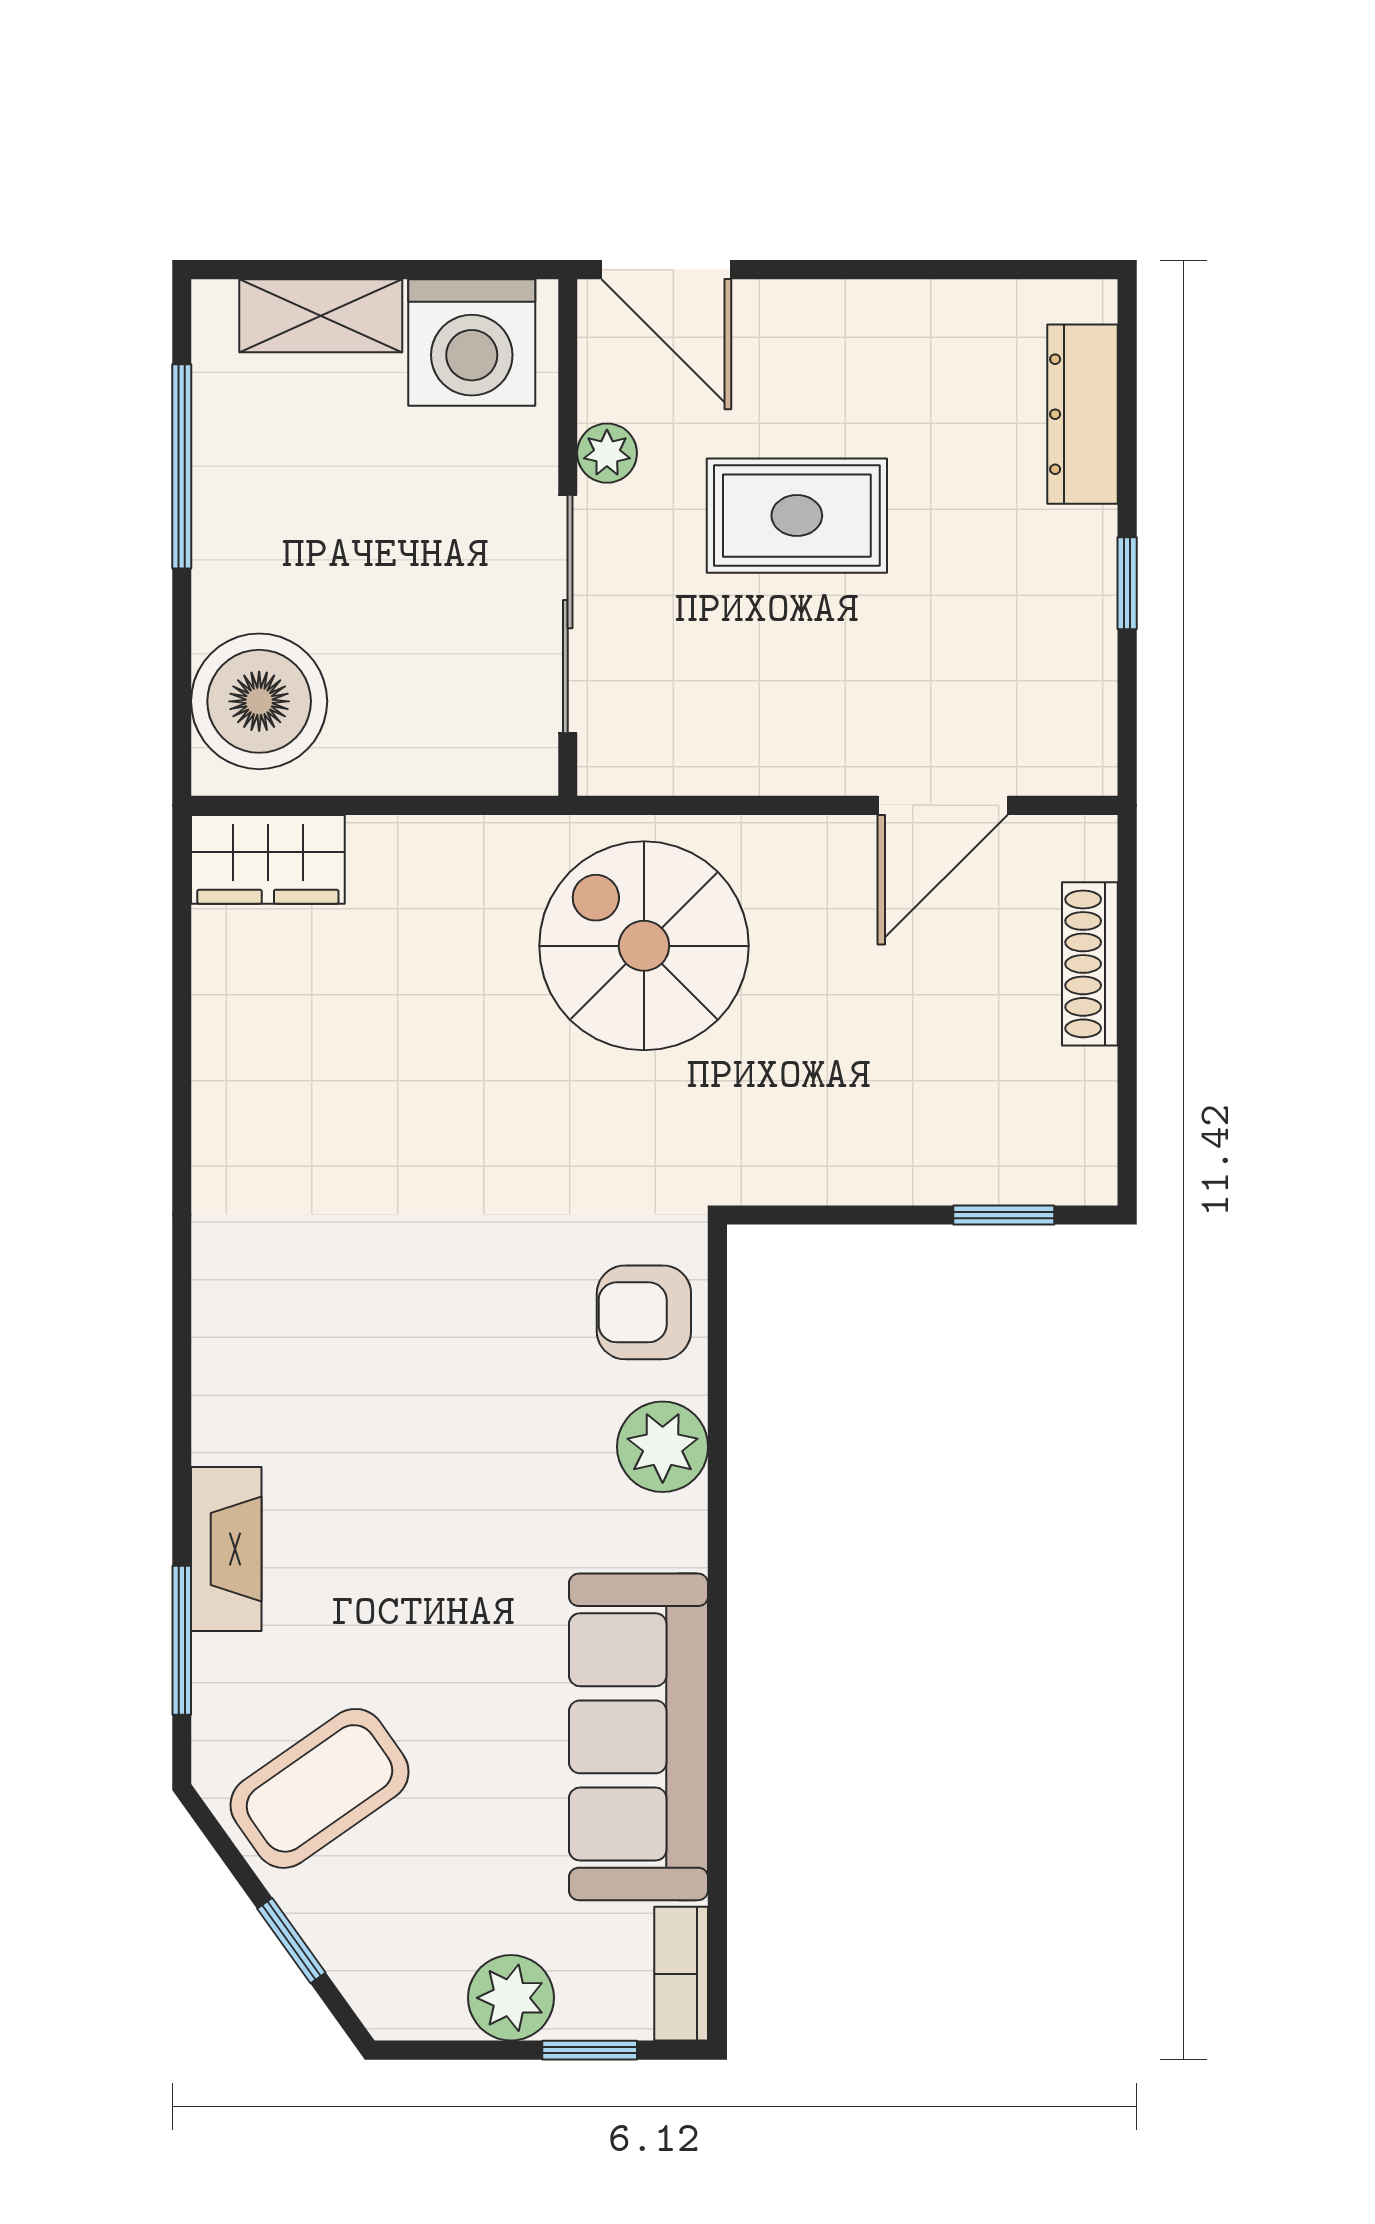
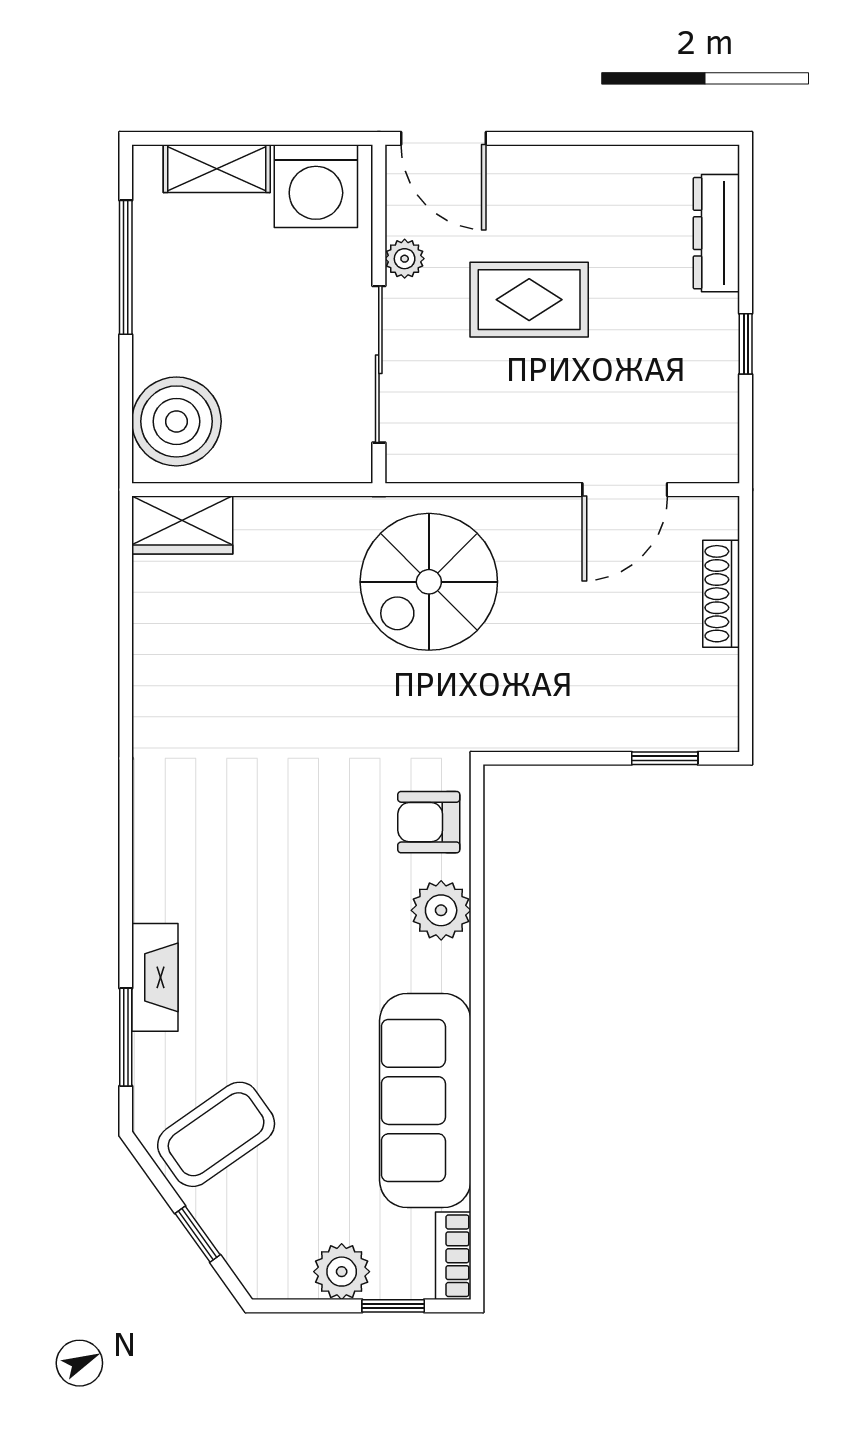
spiral stairs: (644, 946) -> (429, 582), turned -90

